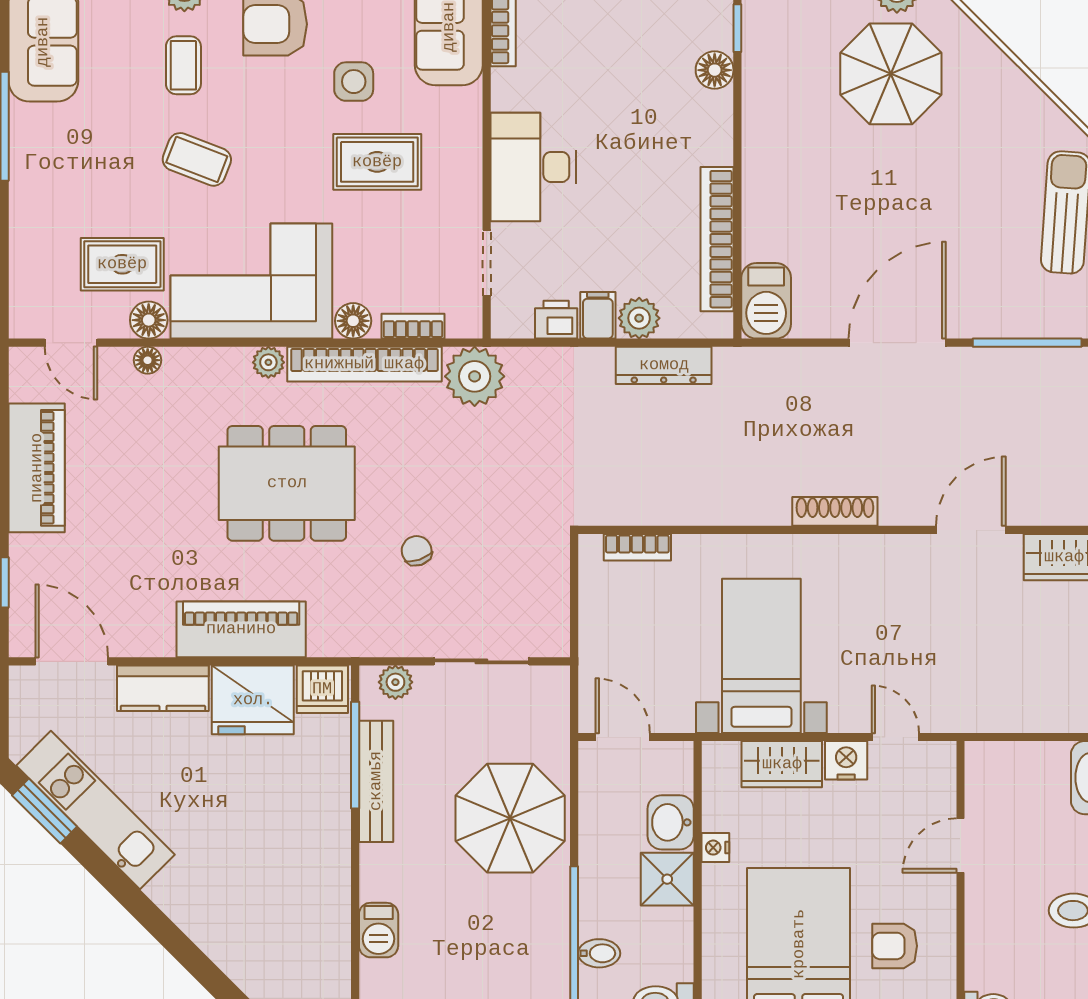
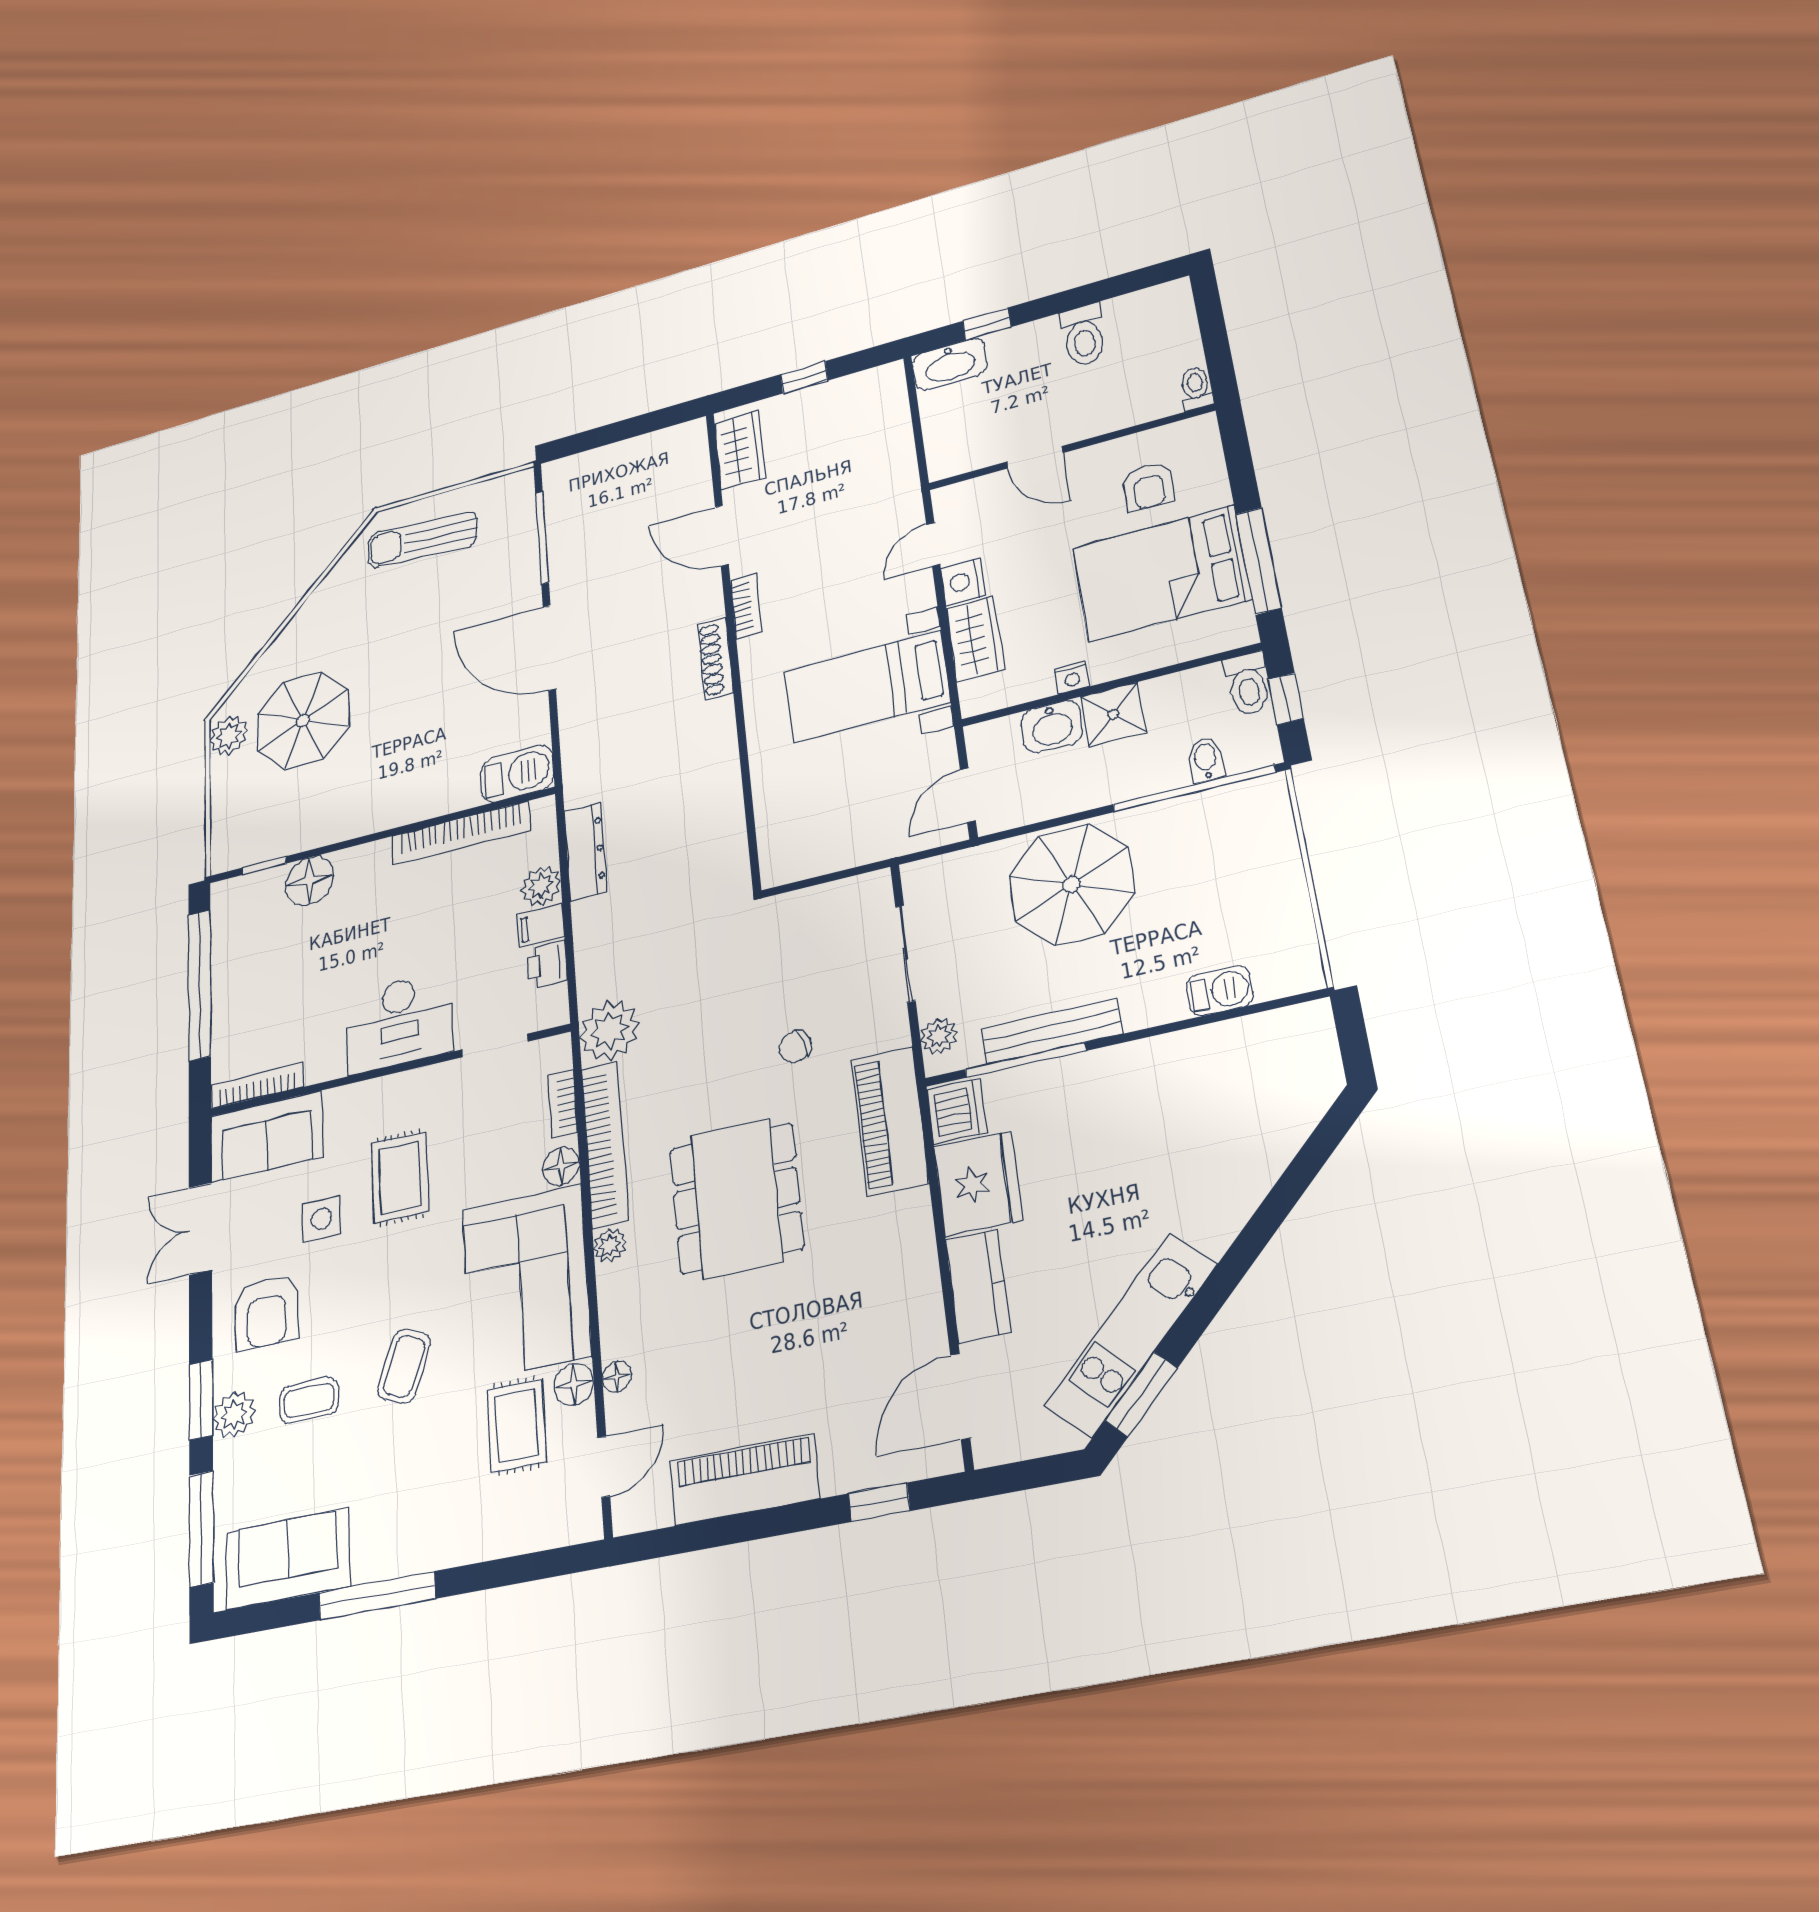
floor lamp: (715, 70) -> (310, 881), width x1.38, depth x1.38
bookcase: (637, 547) -> (746, 606), moved
piano: (241, 629) -> (890, 1121), moved

